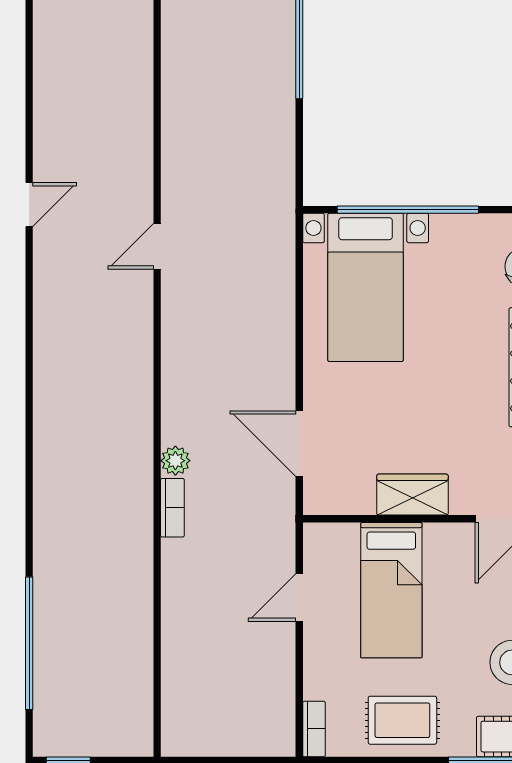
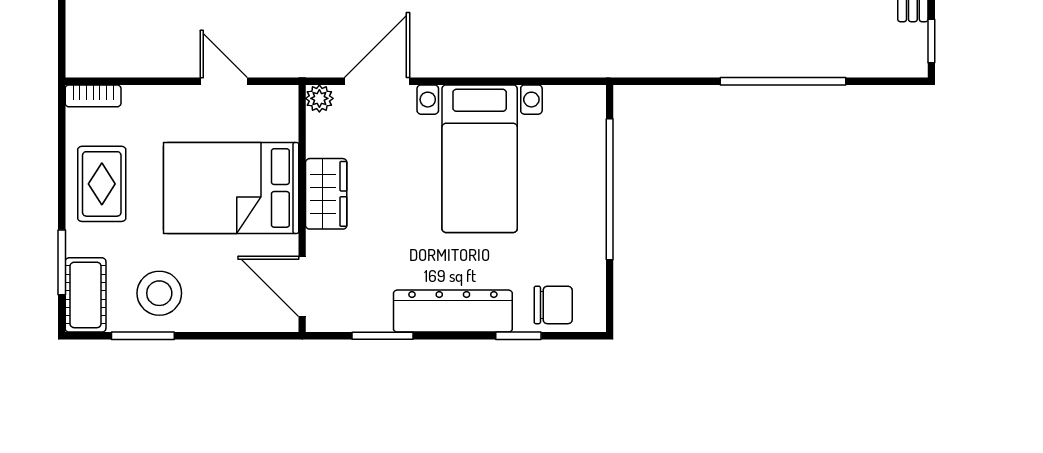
bed with nightstands: (366, 287) -> (480, 159), moved, turned -90
plant: (317, 501) -> (319, 98), added
bed: (391, 590) -> (231, 188), width x1.50

